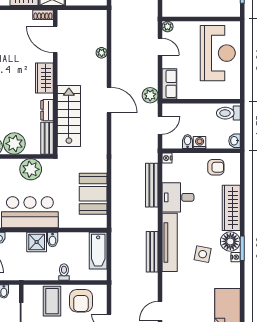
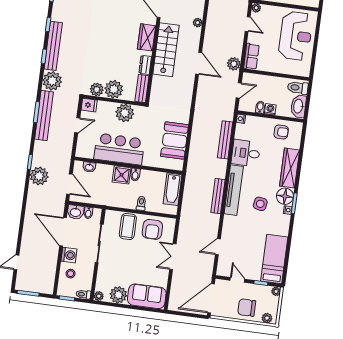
stairs: (69, 116) -> (166, 50), moved
washbasin: (234, 141) -> (298, 106), width x1.91, depth x1.45

